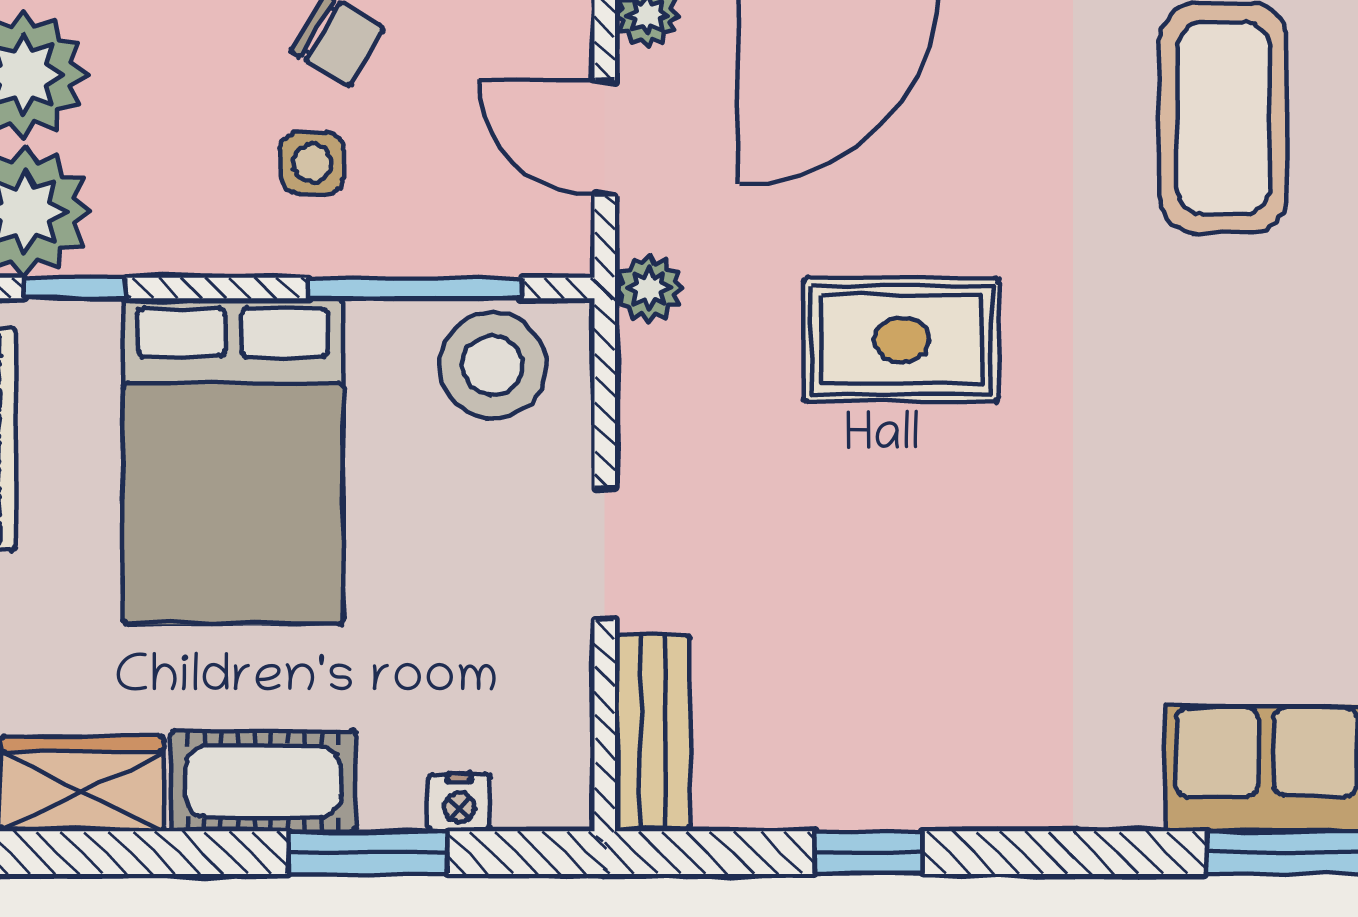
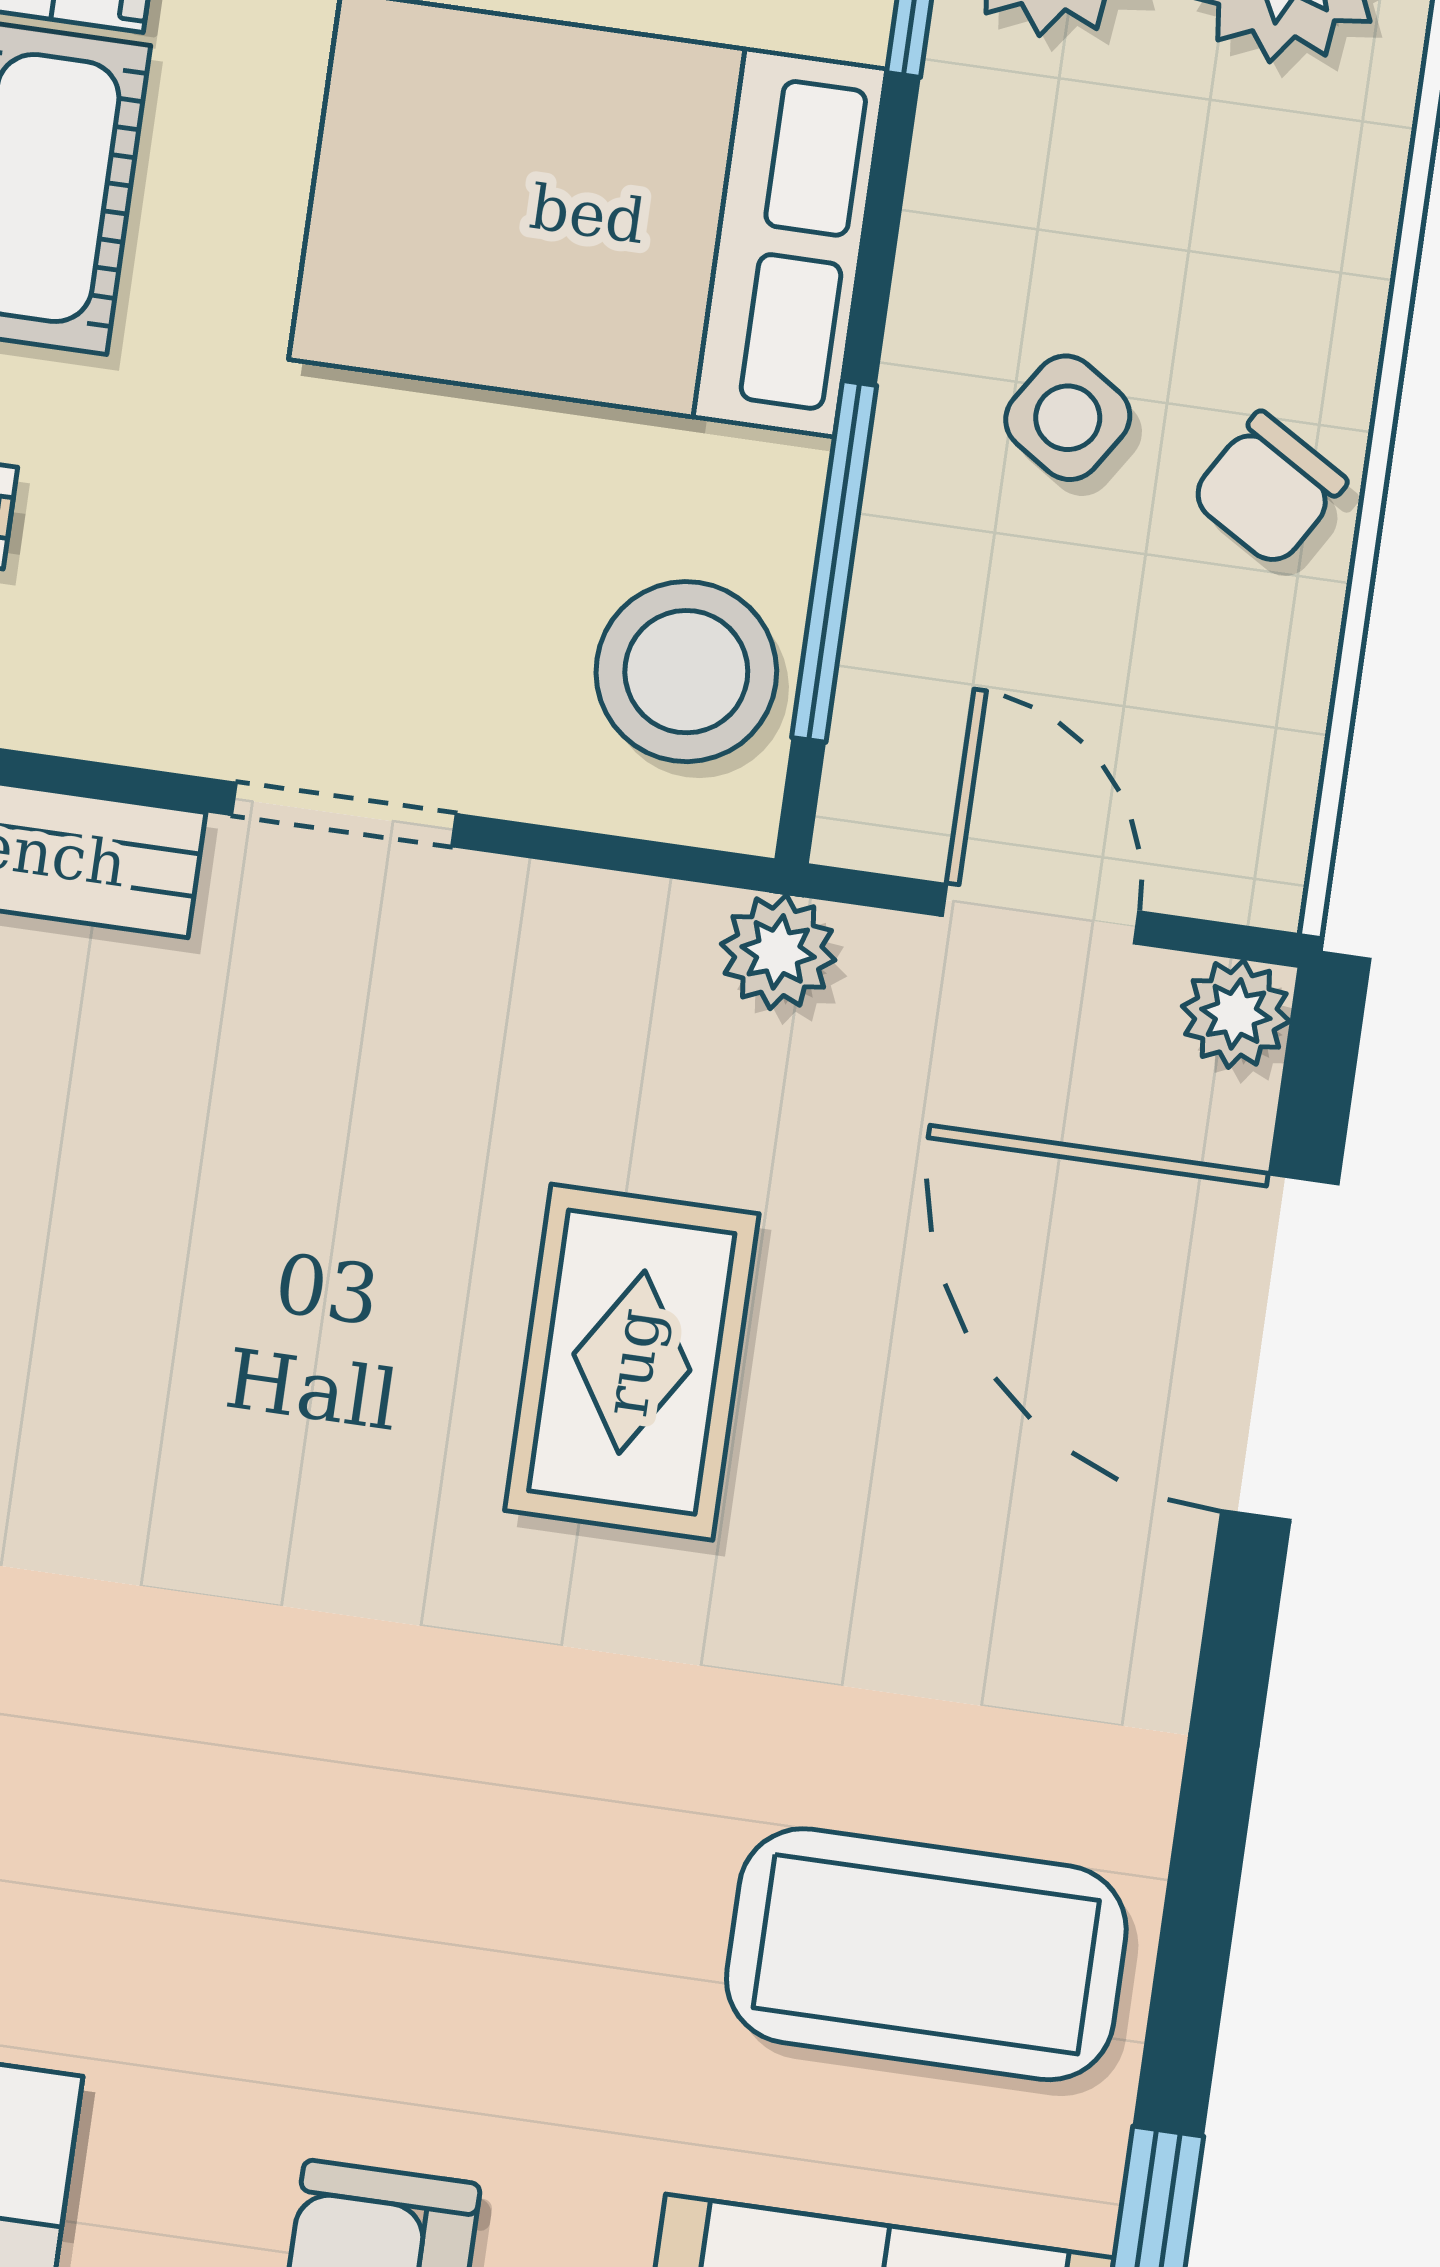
door: (605, 138) -> (1041, 914), hinge flipped
side table: (312, 163) -> (1068, 418), turned 33

